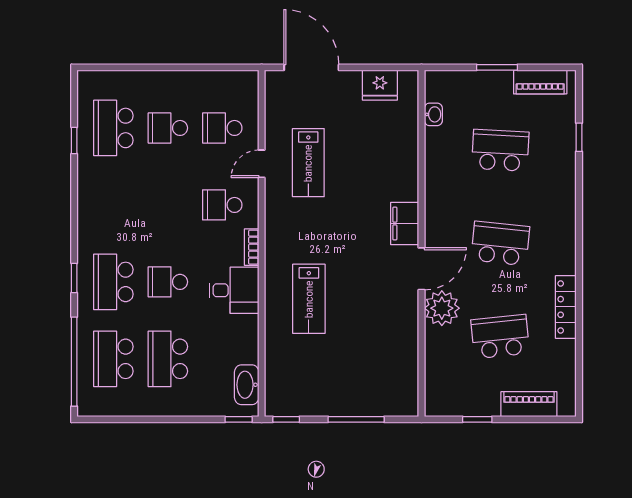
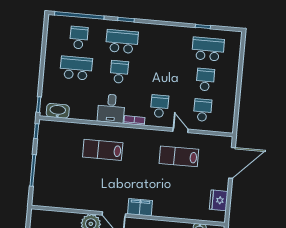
school desk: (113, 359) -> (79, 38), width x0.54

